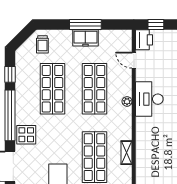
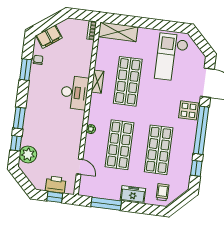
window: (85, 24) -> (106, 204), moved
freezer: (85, 38) -> (133, 195), moved
printer: (144, 40) -> (56, 184), moved, turned 90
desk: (149, 99) -> (74, 93), moved

